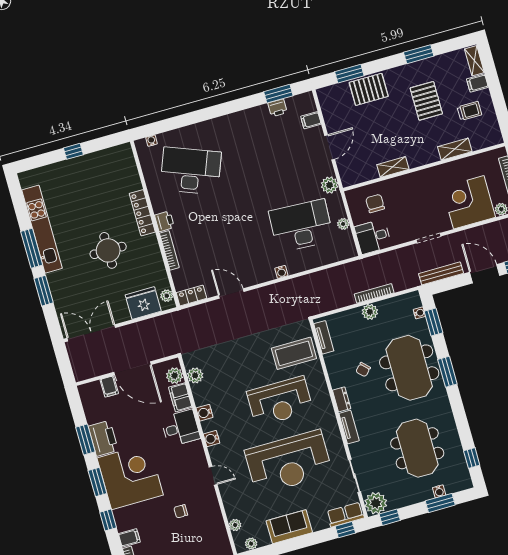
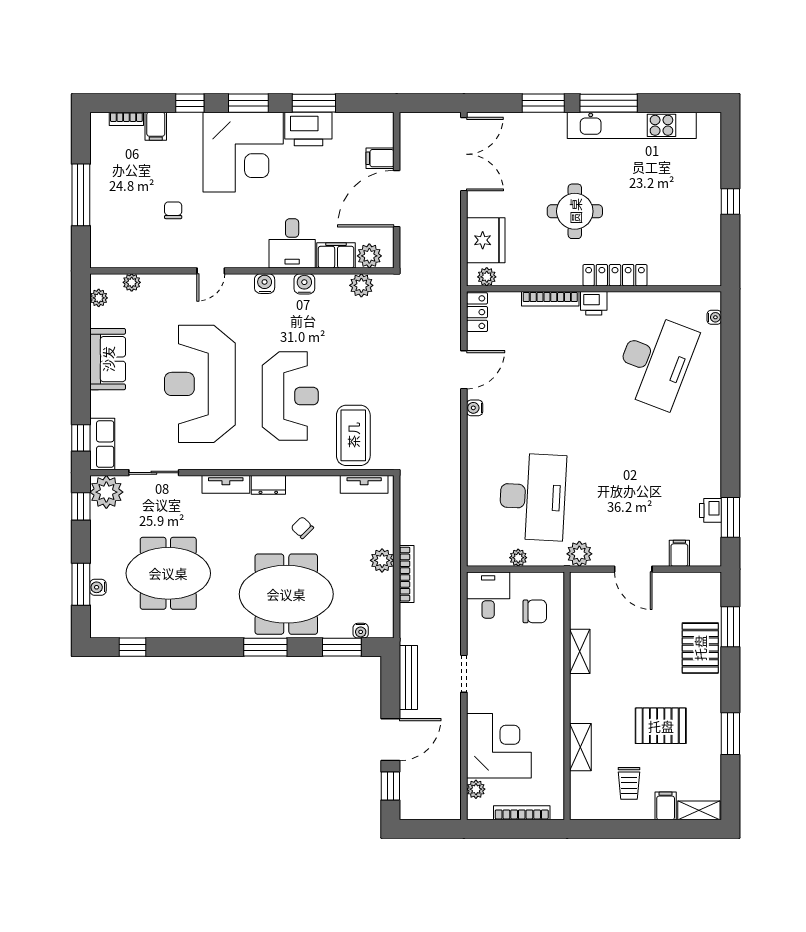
water cooler: (281, 272) -> (475, 408), moved
reception desk: (280, 401) -> (290, 396), turned 180

